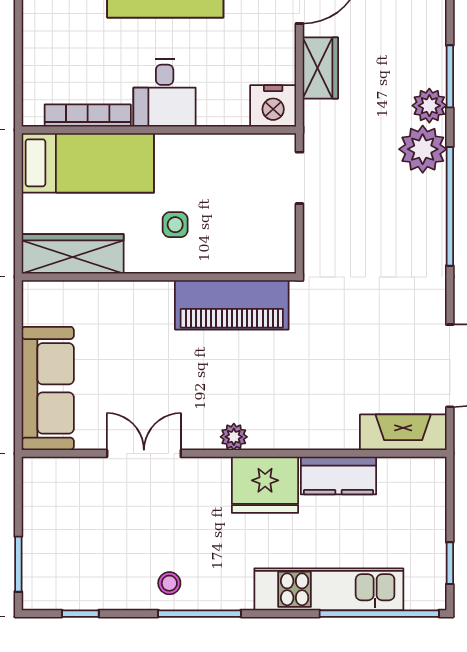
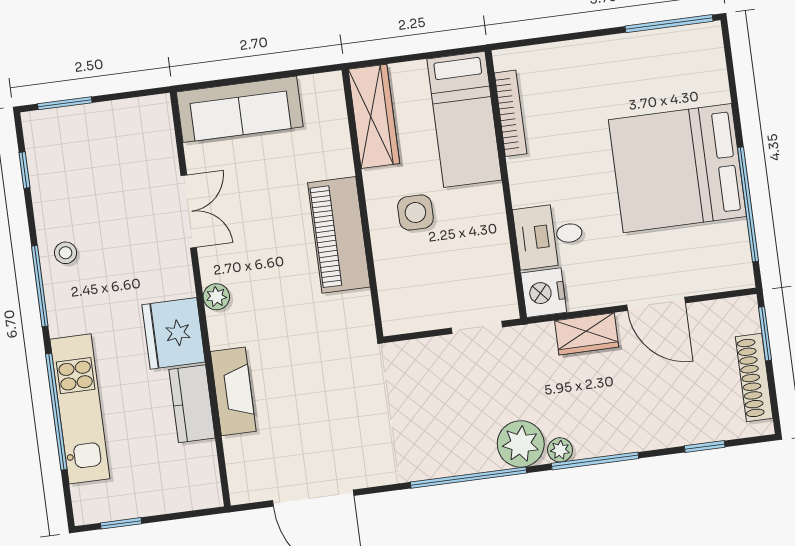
window: (450, 76) -> (595, 461), width x1.44
desk: (165, 93) -> (549, 236), moved
plant: (429, 106) -> (560, 450), width x0.73, depth x0.73
side table: (175, 225) -> (415, 213), width x1.37, depth x1.37
piano: (232, 305) -> (339, 235), moved
fireplace: (403, 432) -> (233, 391), moved
window: (379, 614) -> (56, 412), moved

